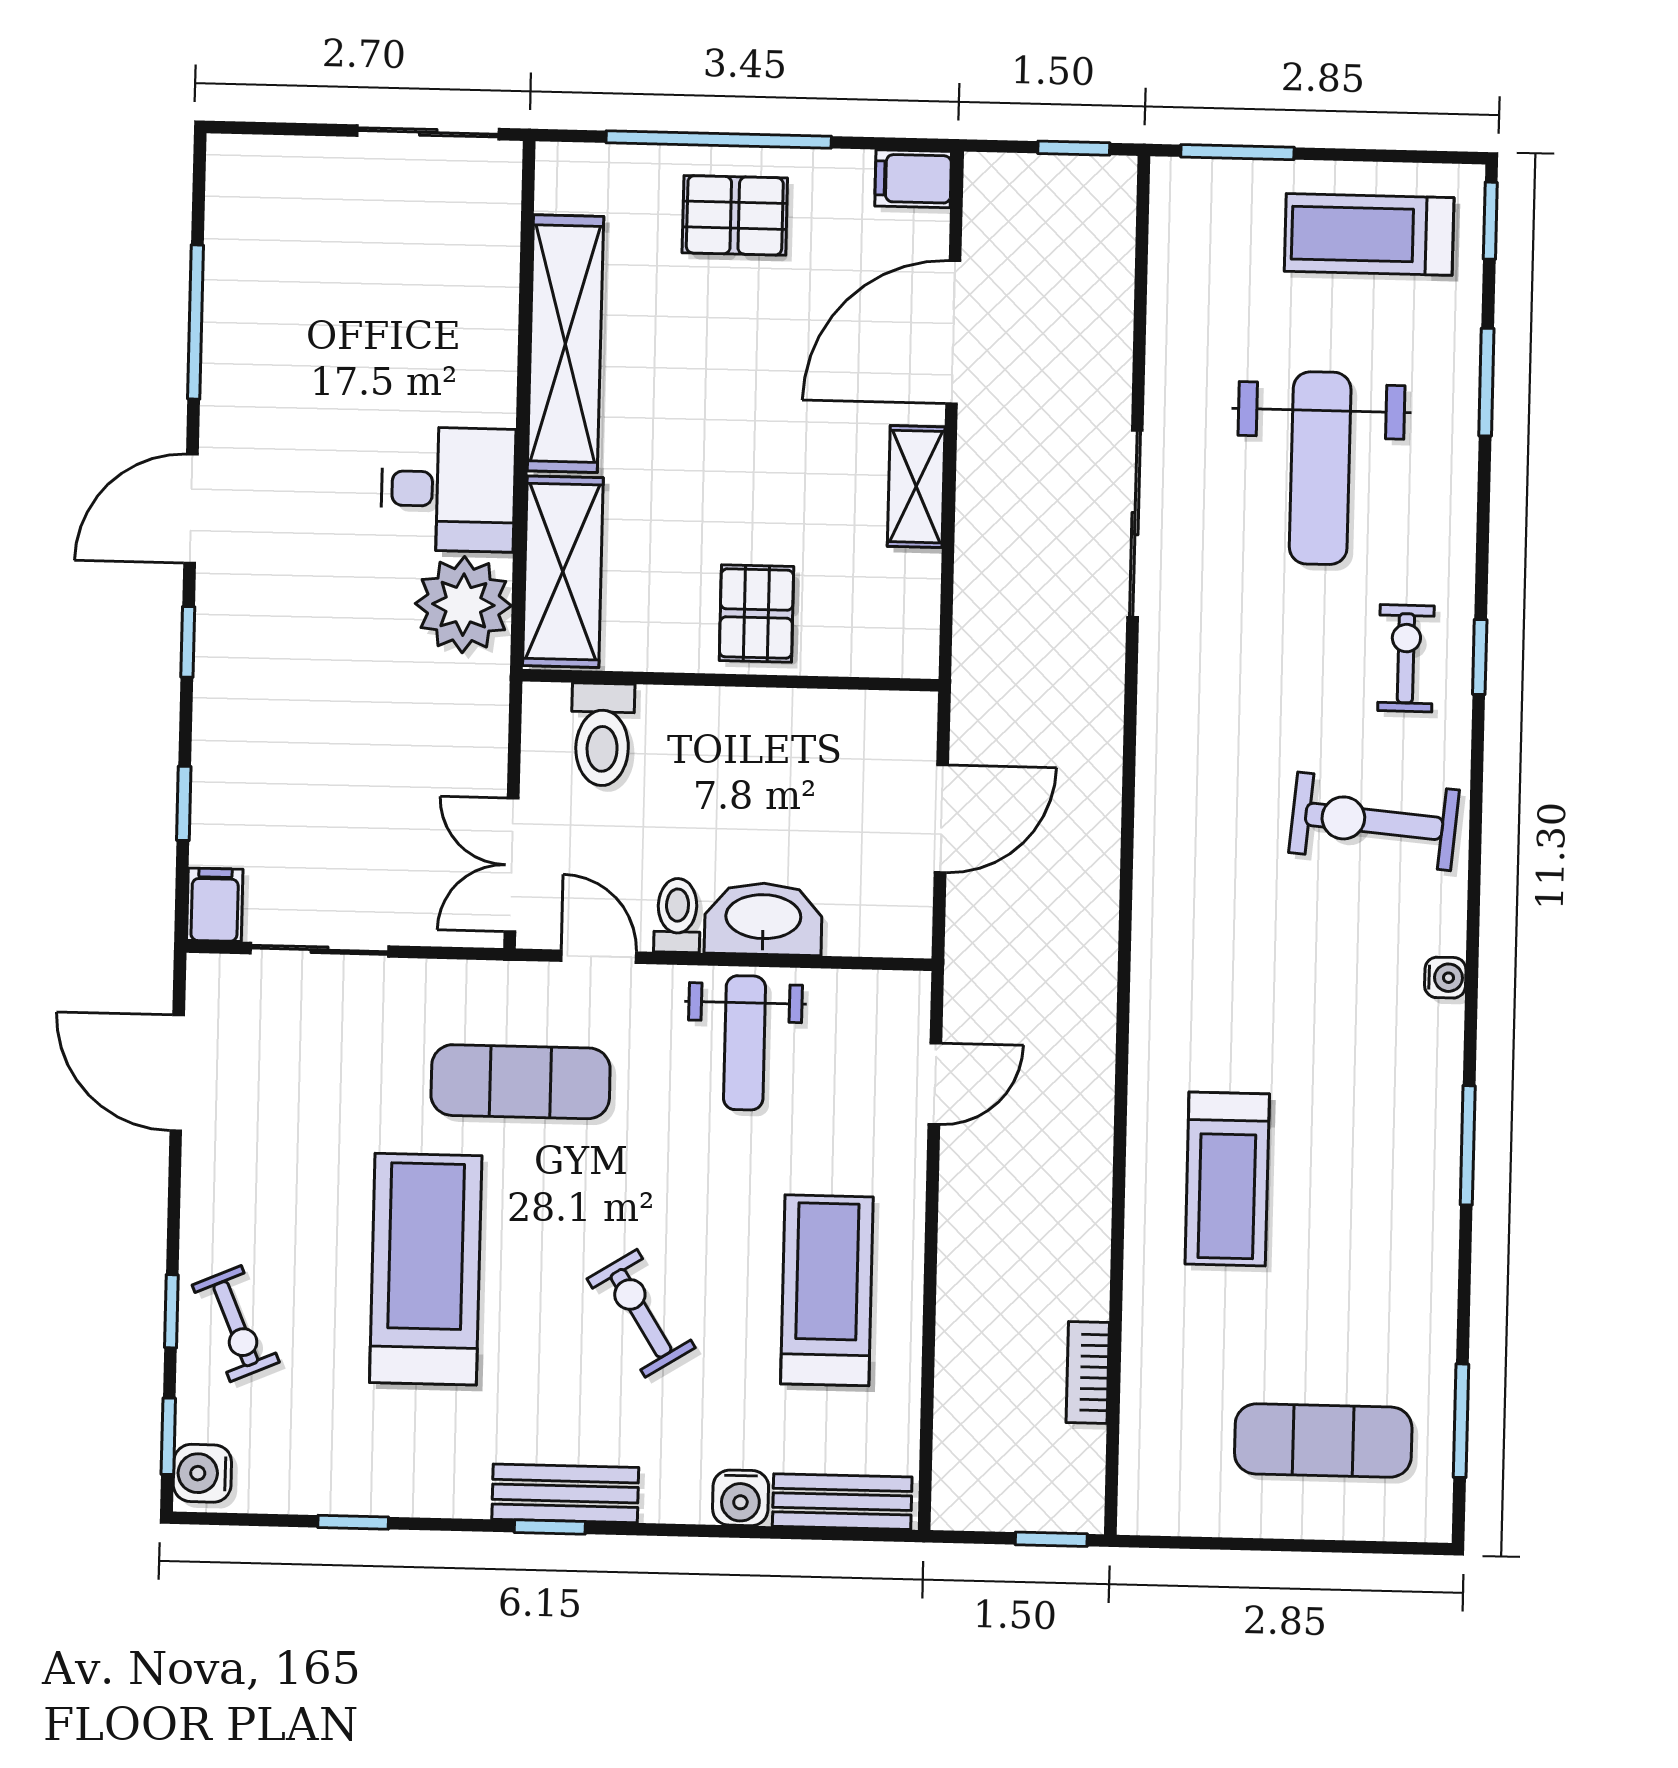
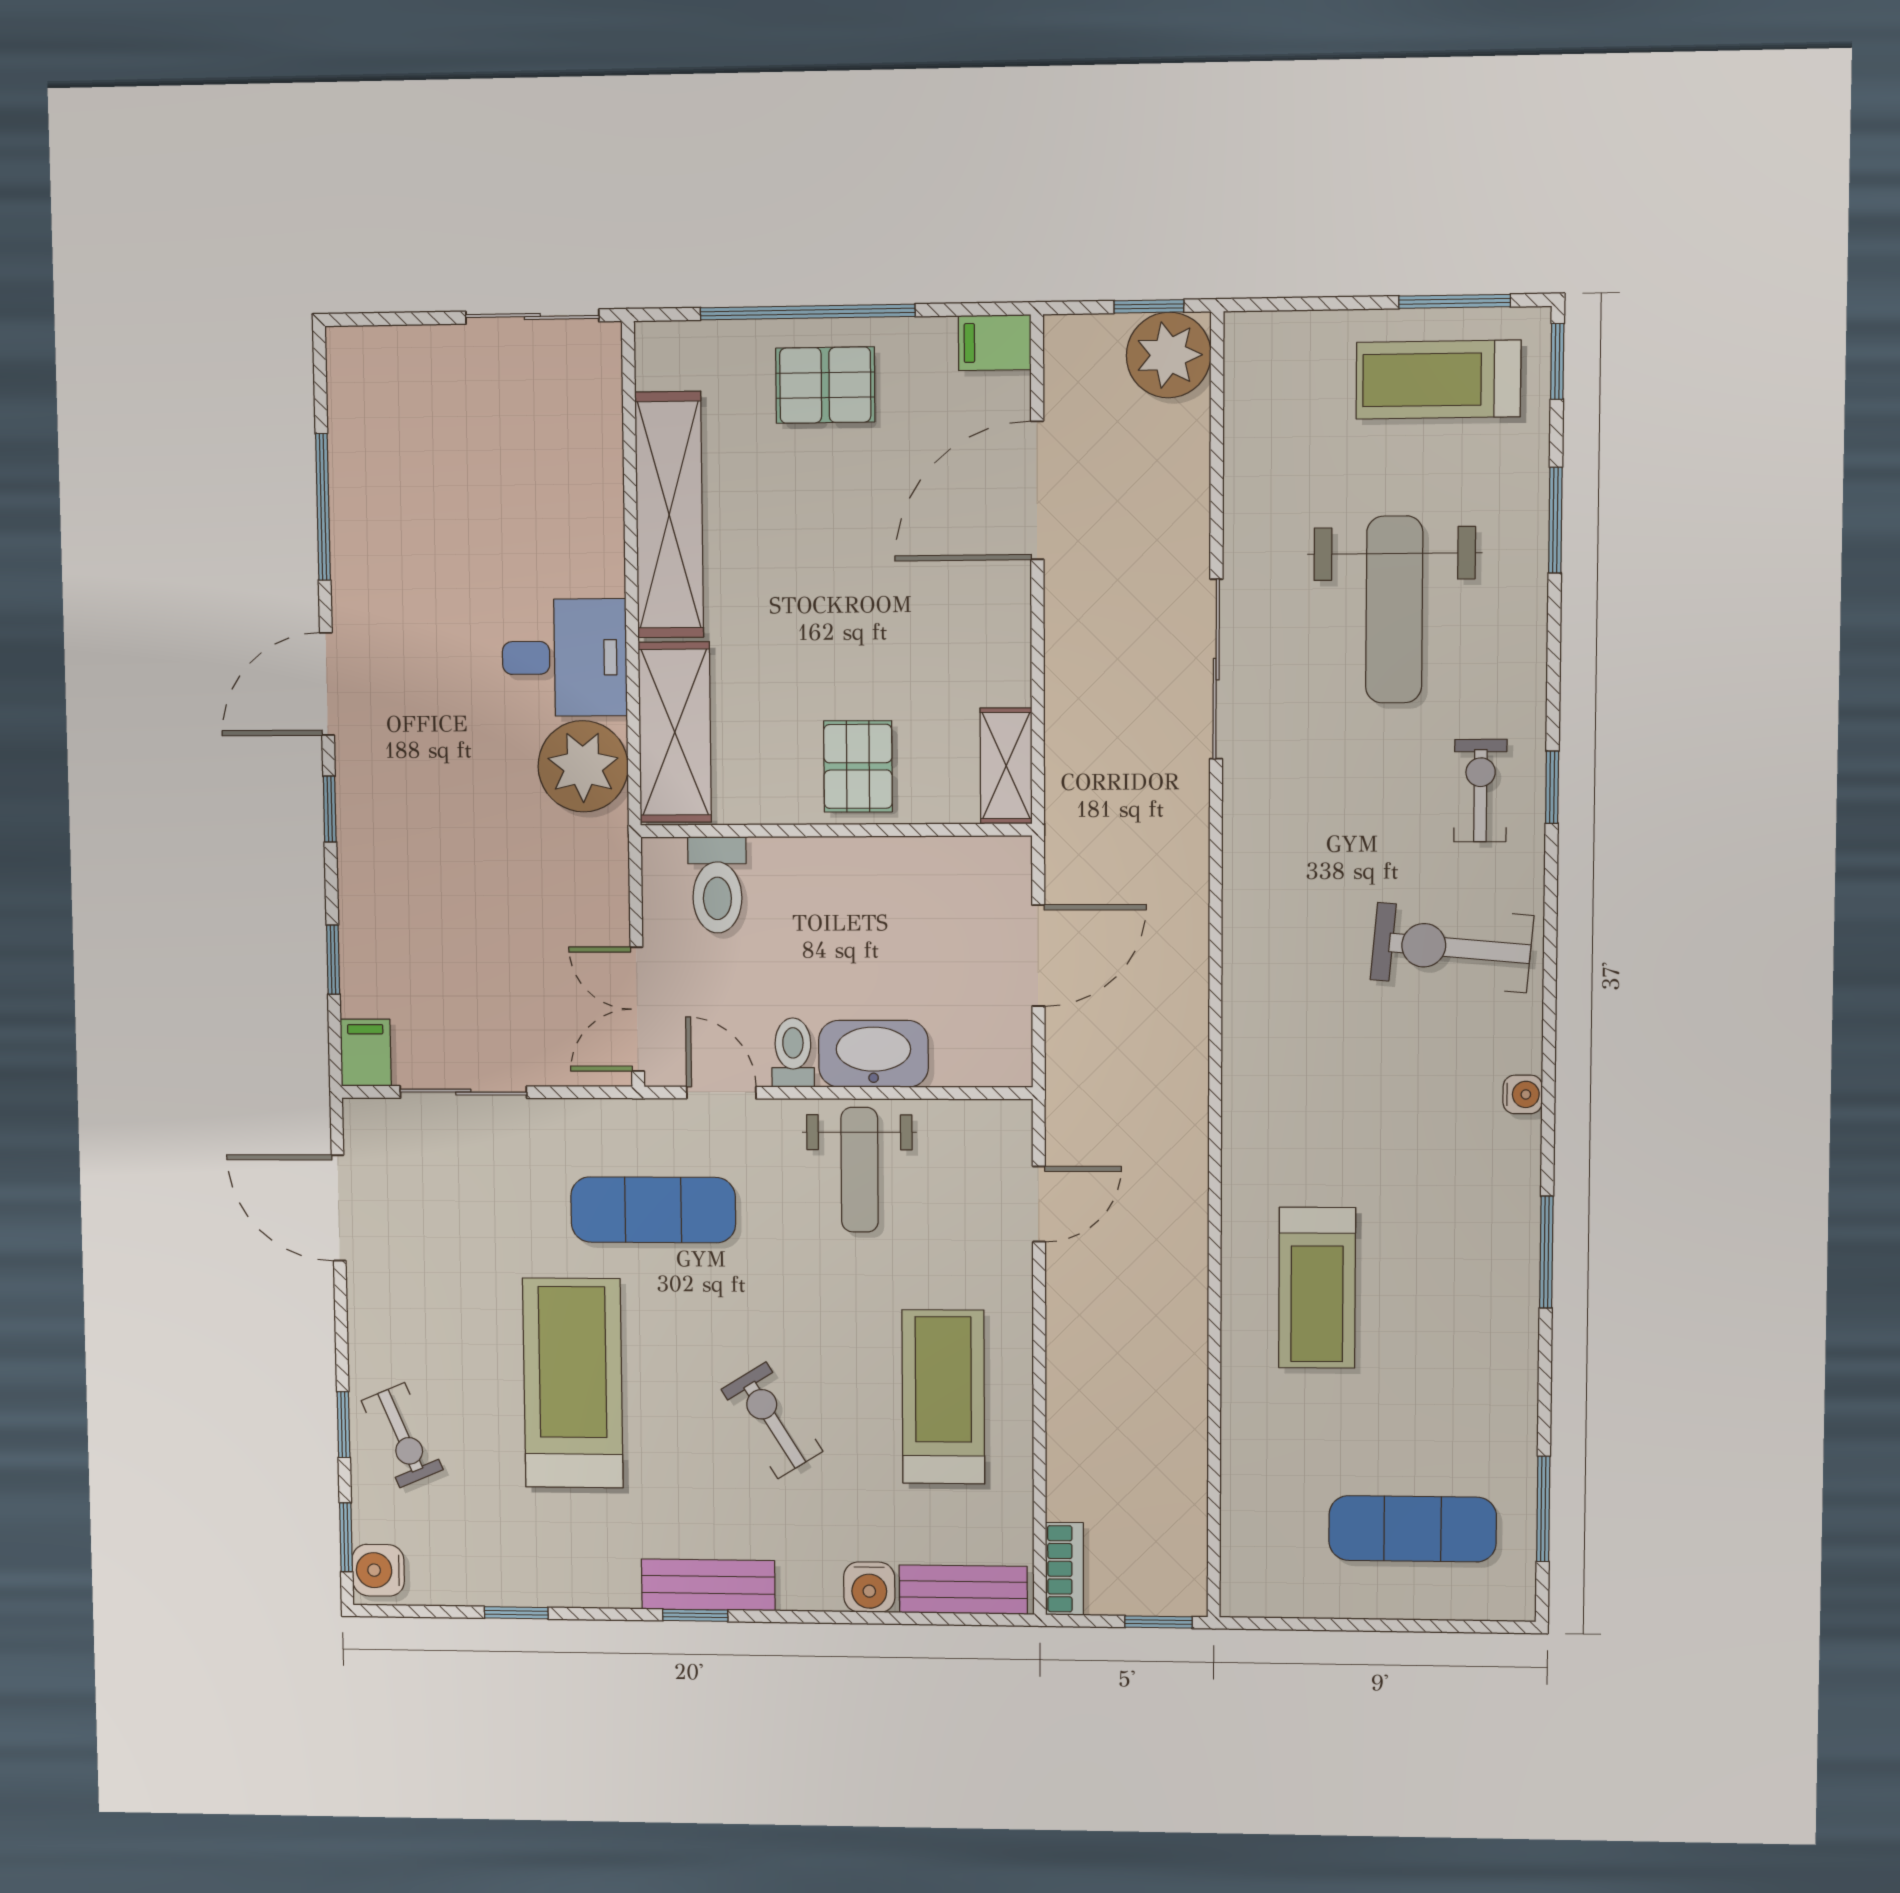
window: (1237, 152) -> (1455, 301), moved
plant: (1093, 199) -> (1169, 355), added
shelving: (916, 487) -> (1006, 766), moved
bookcase: (1088, 1372) -> (1064, 1569), moved, turned 180

